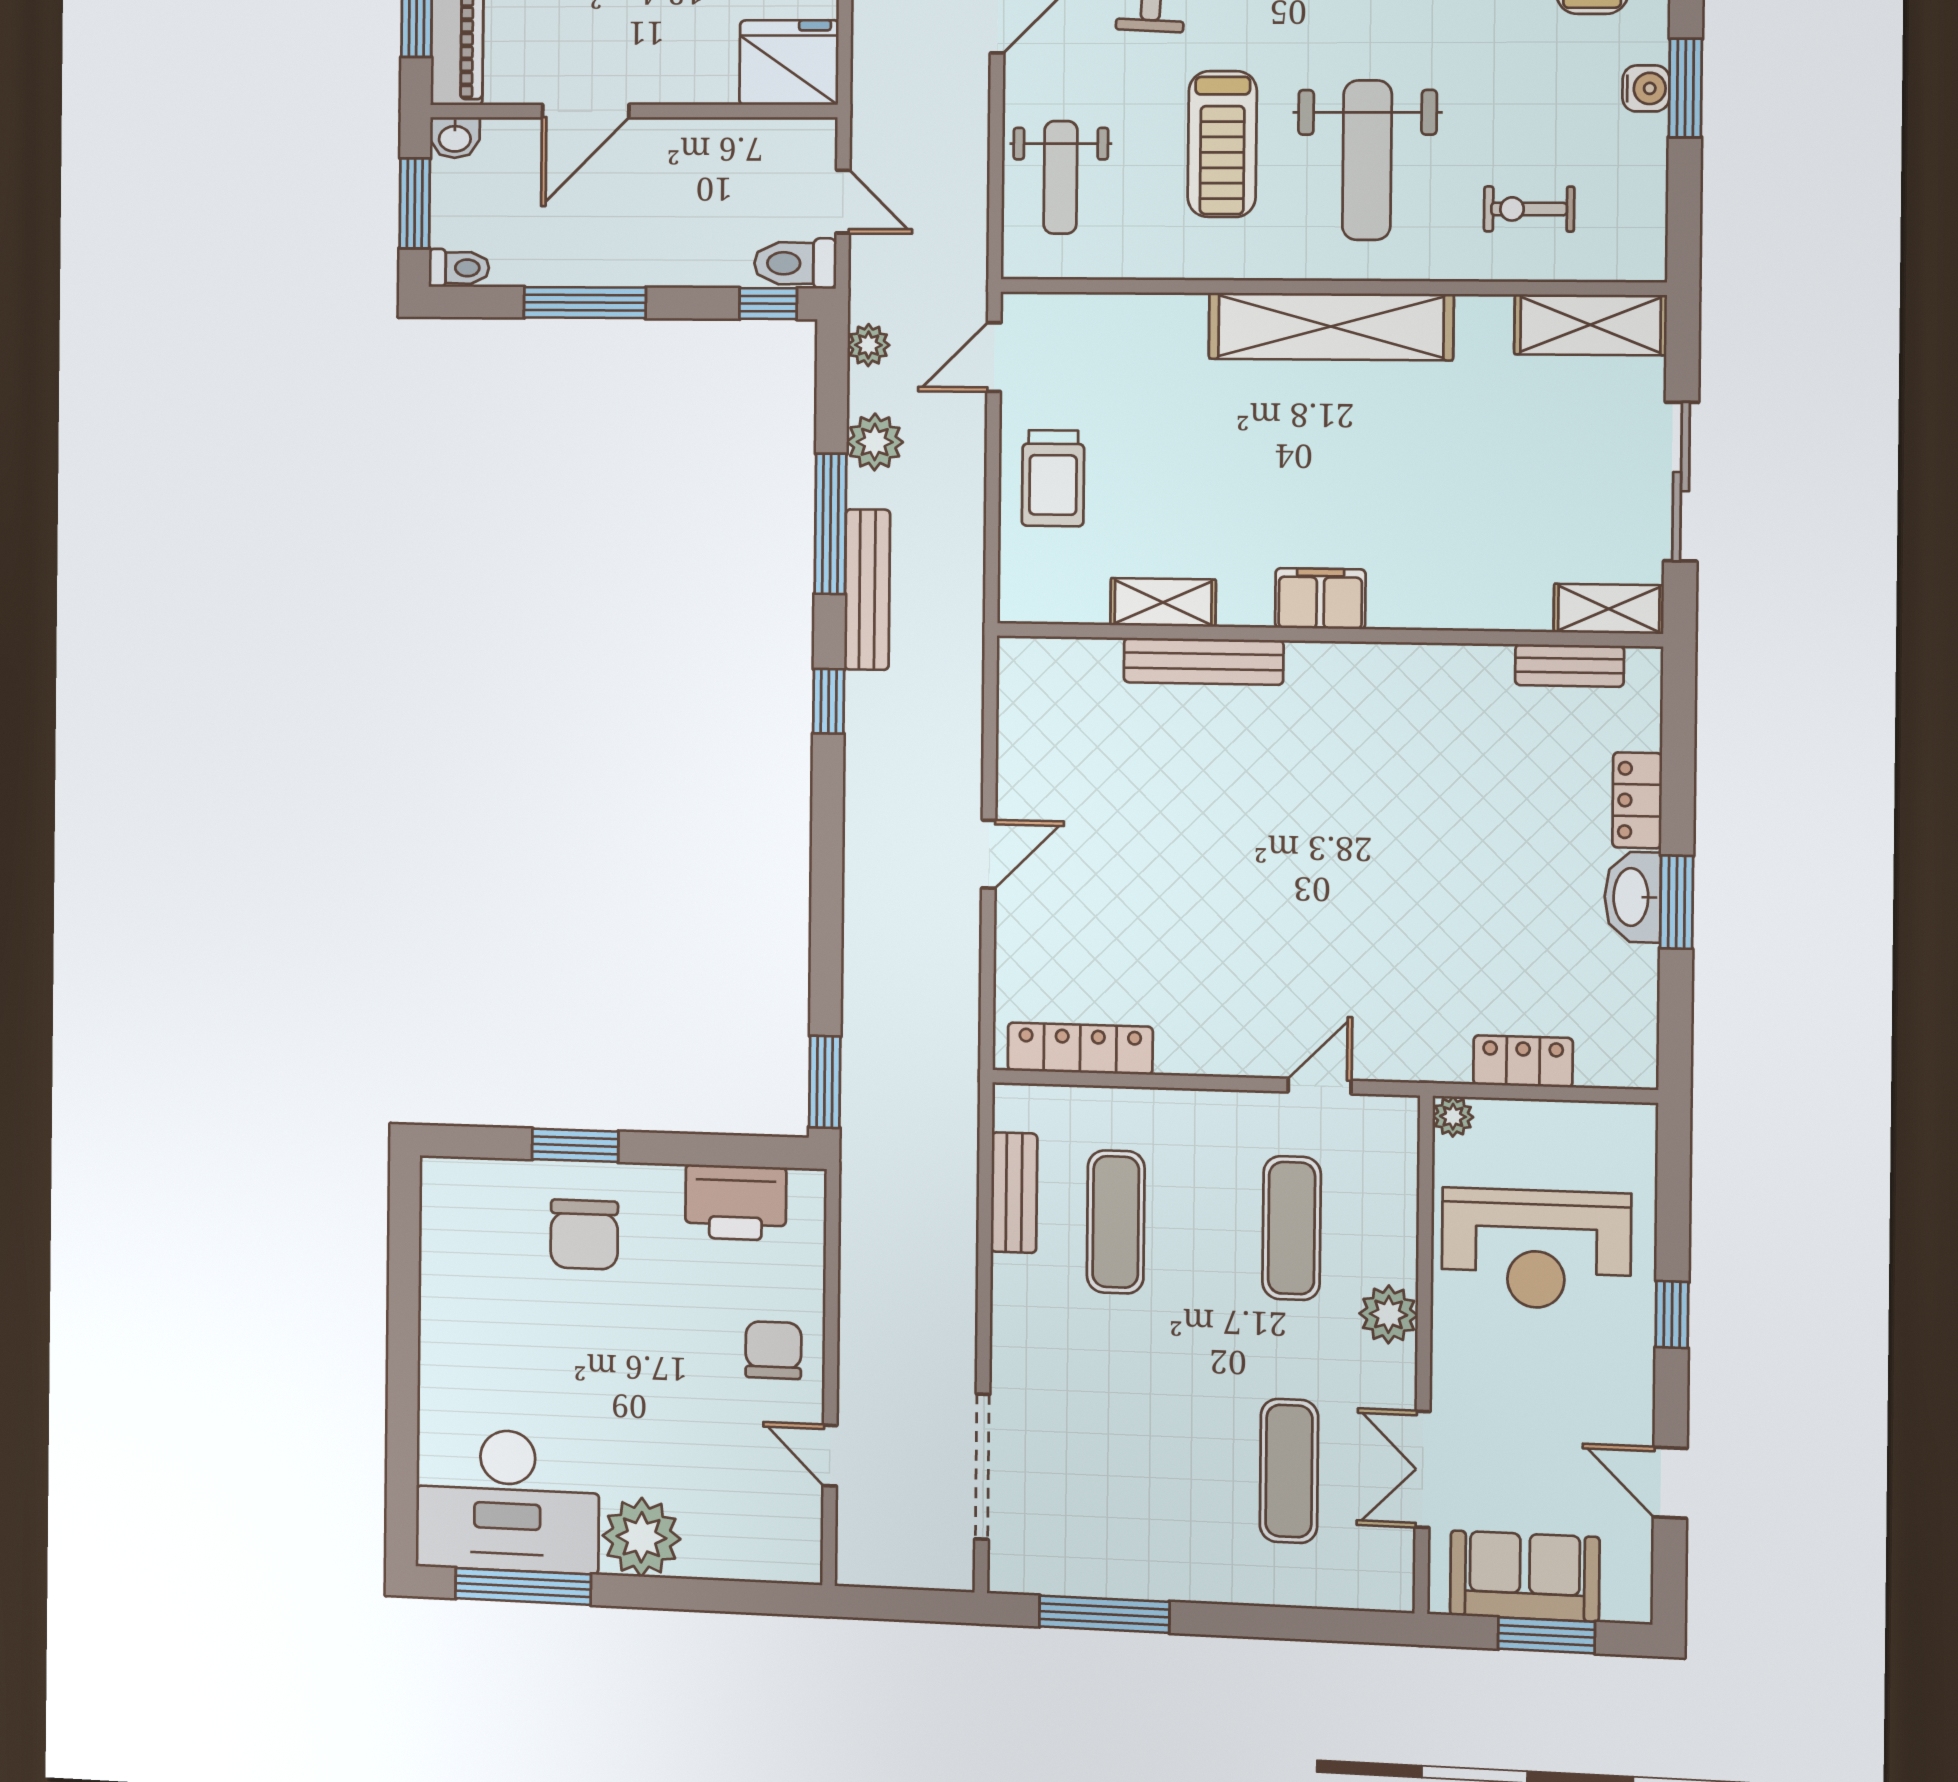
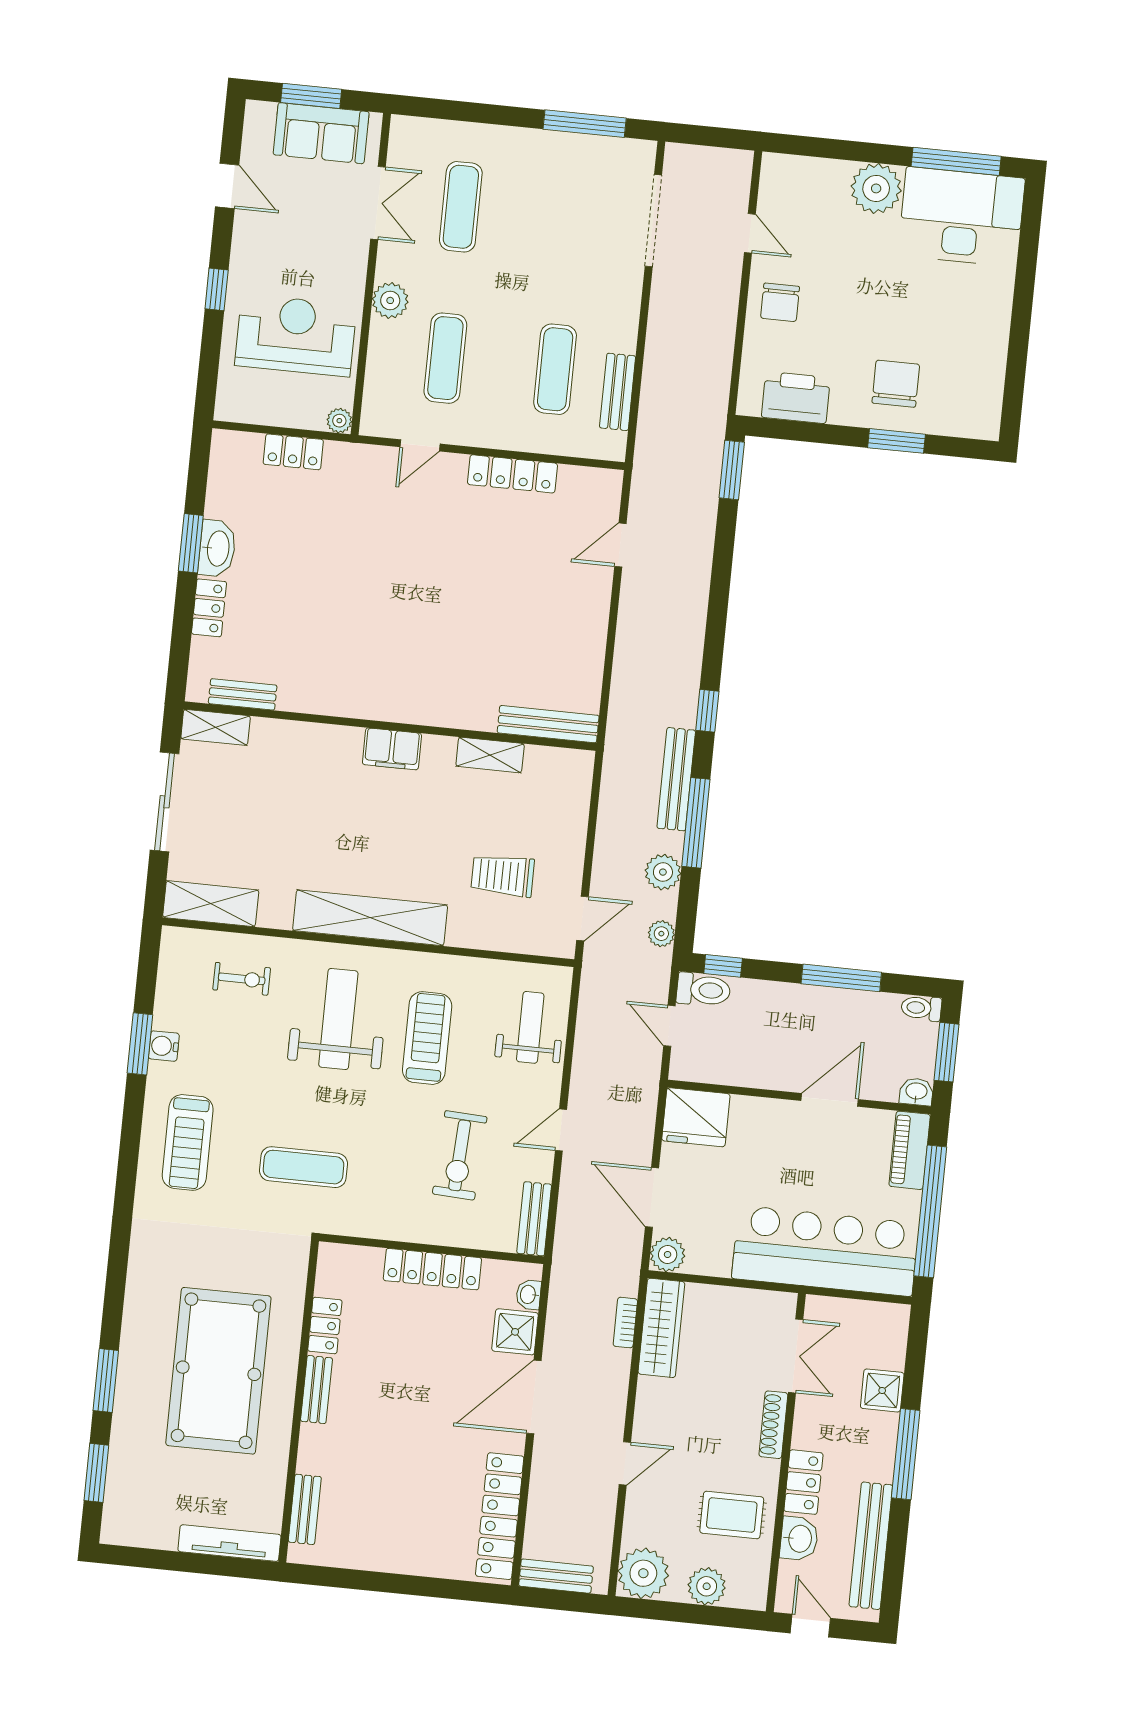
trolley: (1053, 478) -> (503, 875), moved, turned -90
bench: (1203, 661) -> (548, 724), moved
door: (989, 854) -> (620, 545), moved
locker: (1080, 1049) -> (512, 474), moved

